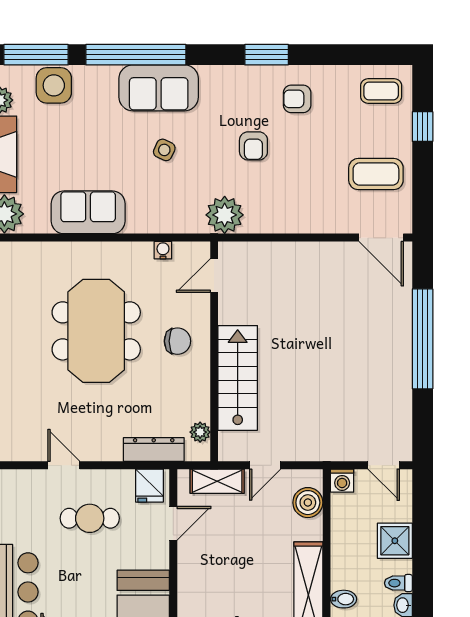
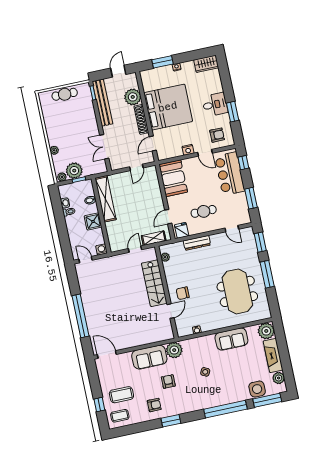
sofa: (159, 88) -> (149, 357), moved, turned 180
coffee table: (376, 174) -> (121, 395), moved
door: (214, 276) -> (170, 311), moved
meeting table: (96, 331) -> (237, 291), moved
dresser: (154, 449) -> (197, 243), moved
door: (64, 465) -> (232, 229), moved
boiler: (308, 503) -> (114, 237), removed
shower: (395, 541) -> (93, 221), moved

